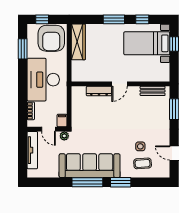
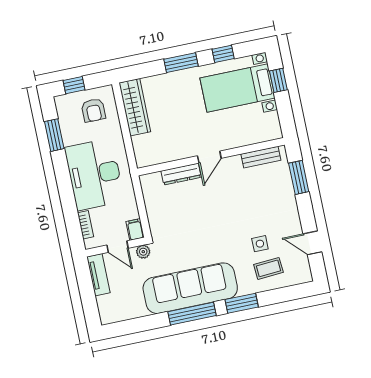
armchair: (51, 38) -> (93, 110), width x0.53, depth x0.53
tv unit: (32, 150) -> (98, 275), width x0.71

